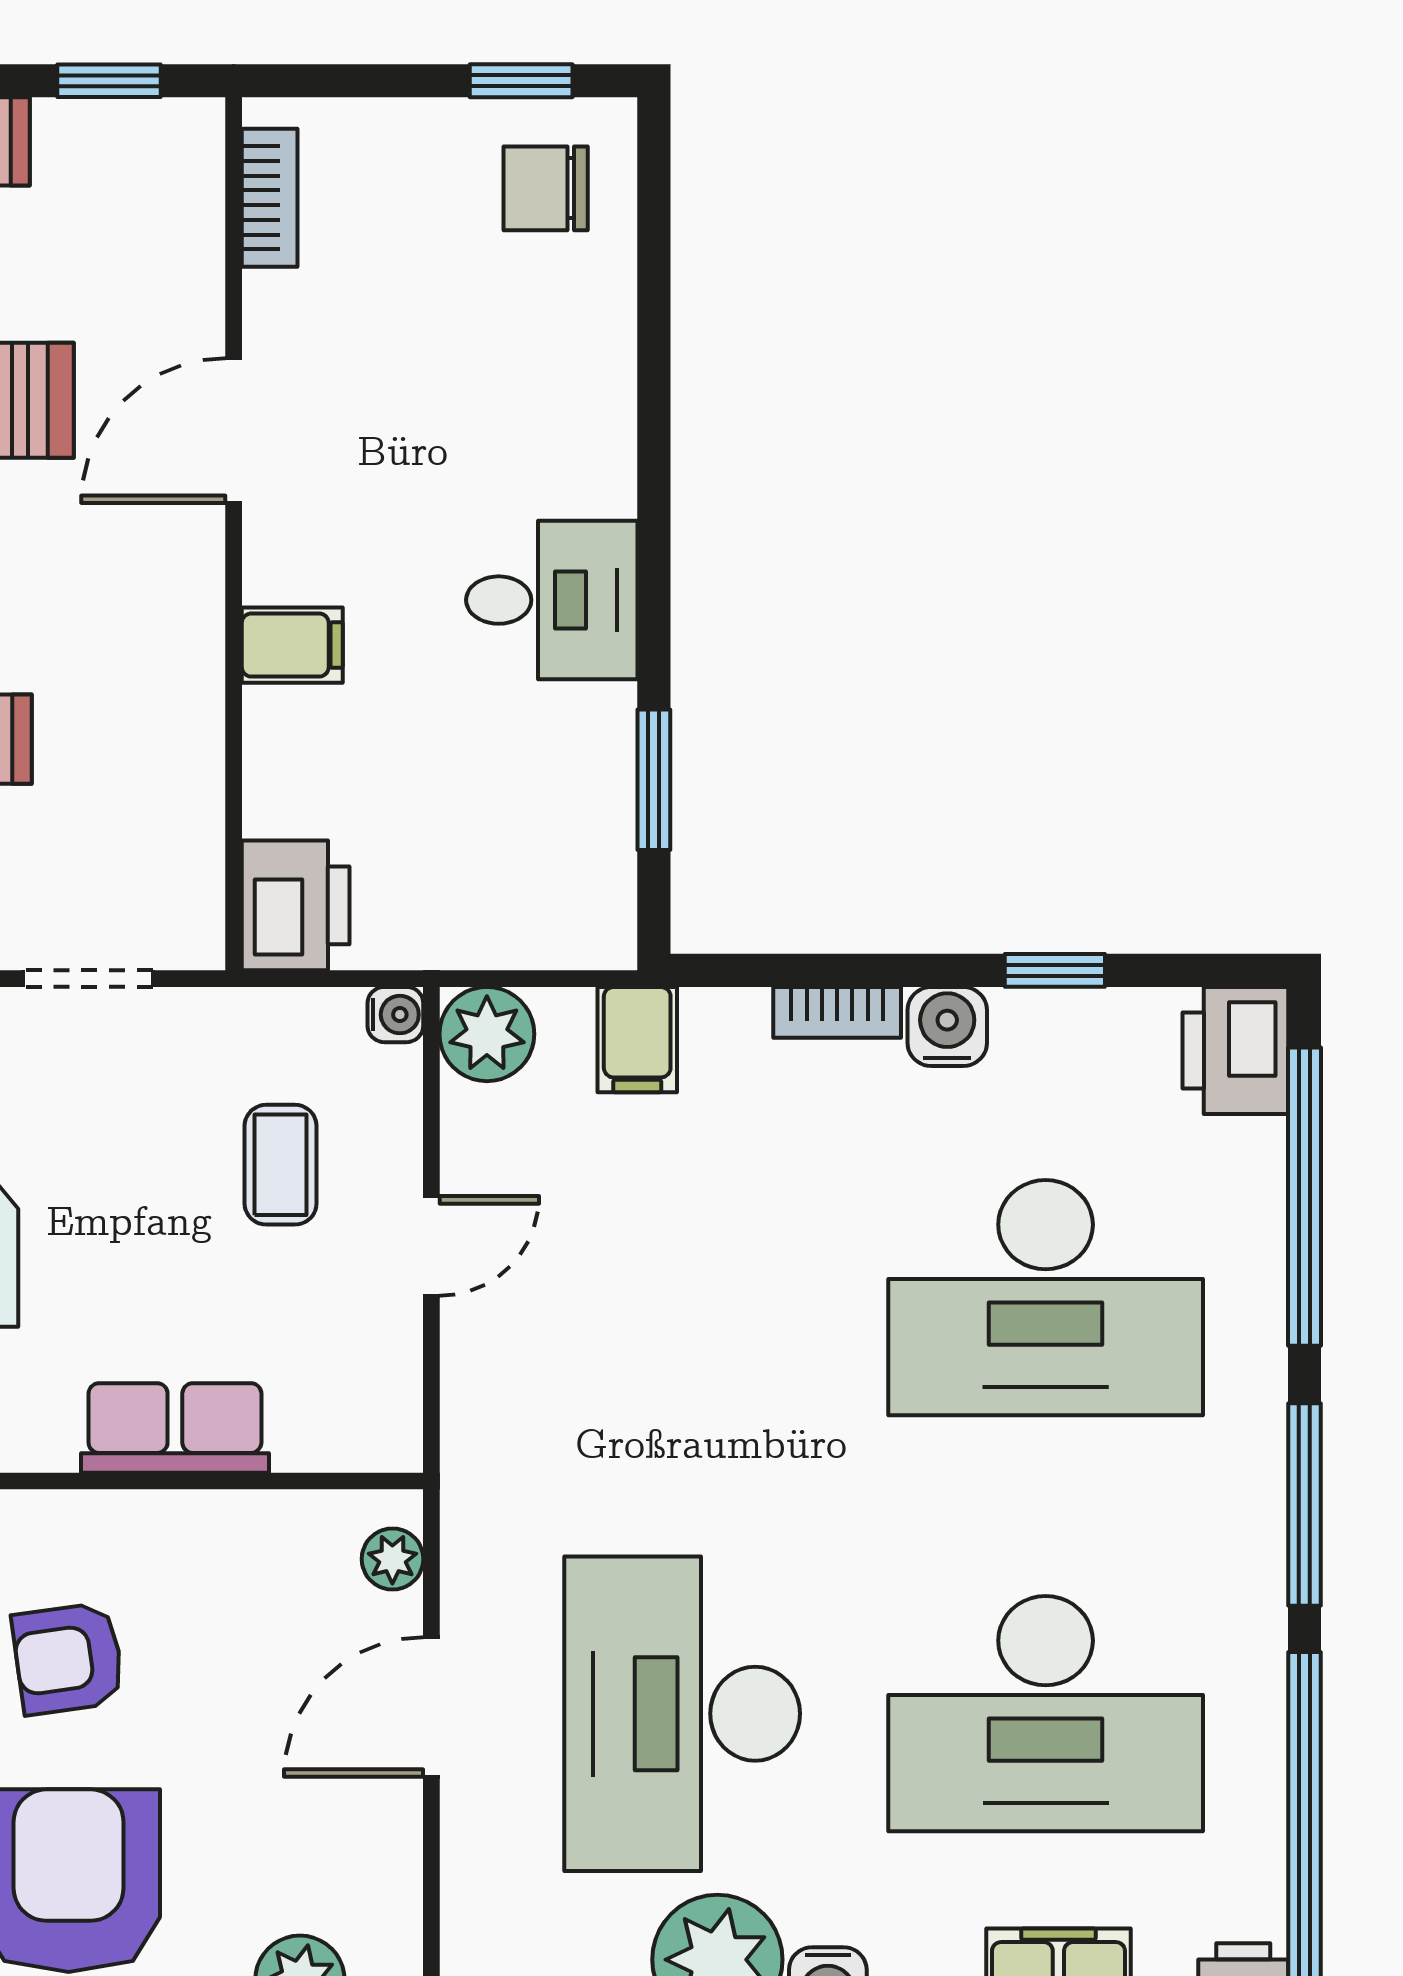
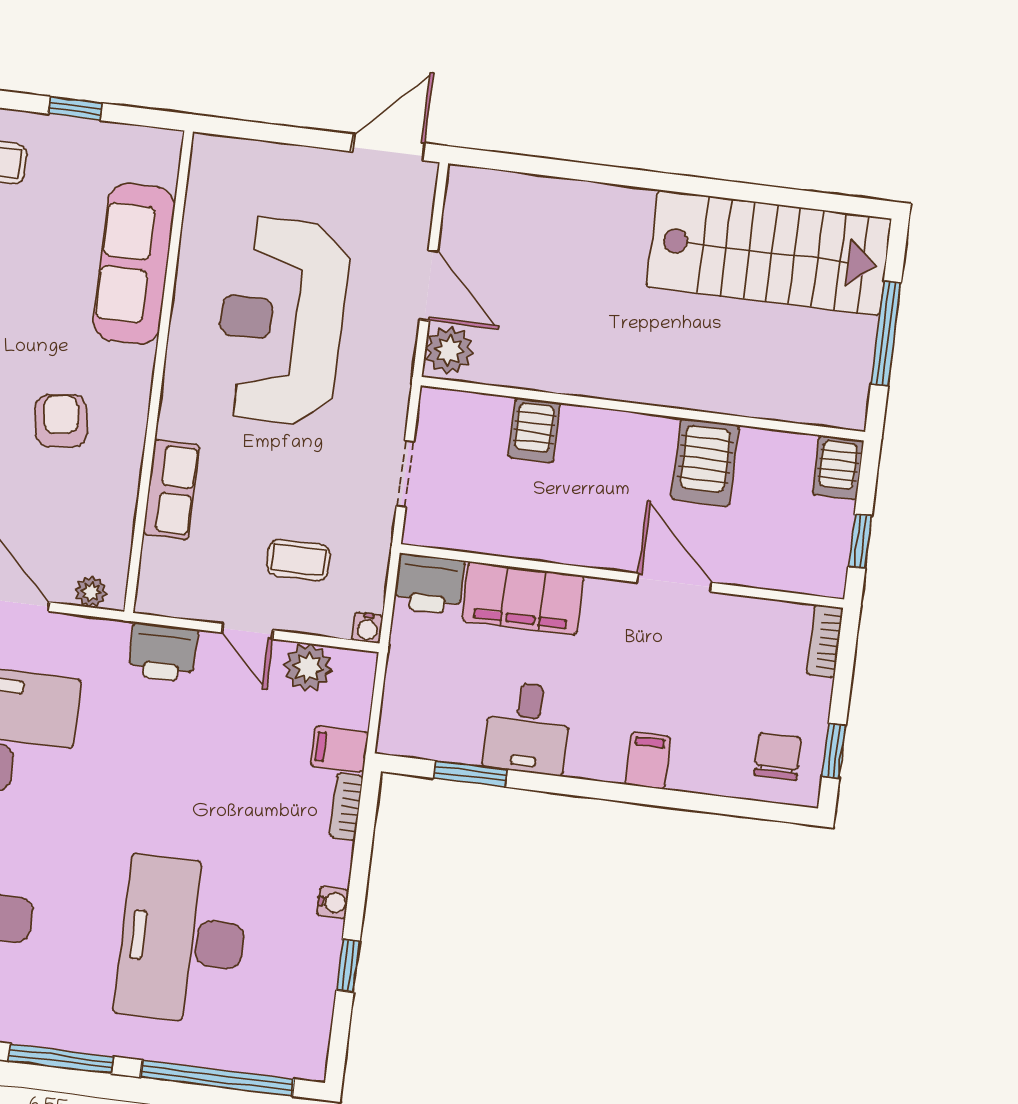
bookcase: (270, 198) -> (825, 641), moved, turned 90
filing cabinet: (585, 439) -> (648, 761), added
desk: (552, 600) -> (527, 728), moved
filing cabinet: (292, 645) -> (523, 598), width x3.00, depth x1.17
bookcase: (837, 1012) -> (346, 807), moved
water cooler: (947, 1027) -> (333, 902), width x0.72, depth x0.72
plant: (487, 1034) -> (308, 668), moved
printer: (1235, 1050) -> (163, 652), moved, turned 180

